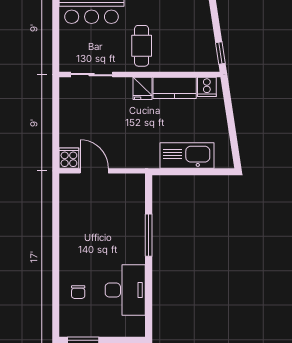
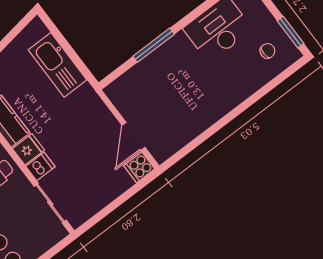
dishwasher: (123, 88) -> (40, 166), added
chair: (78, 292) -> (267, 51), moved

